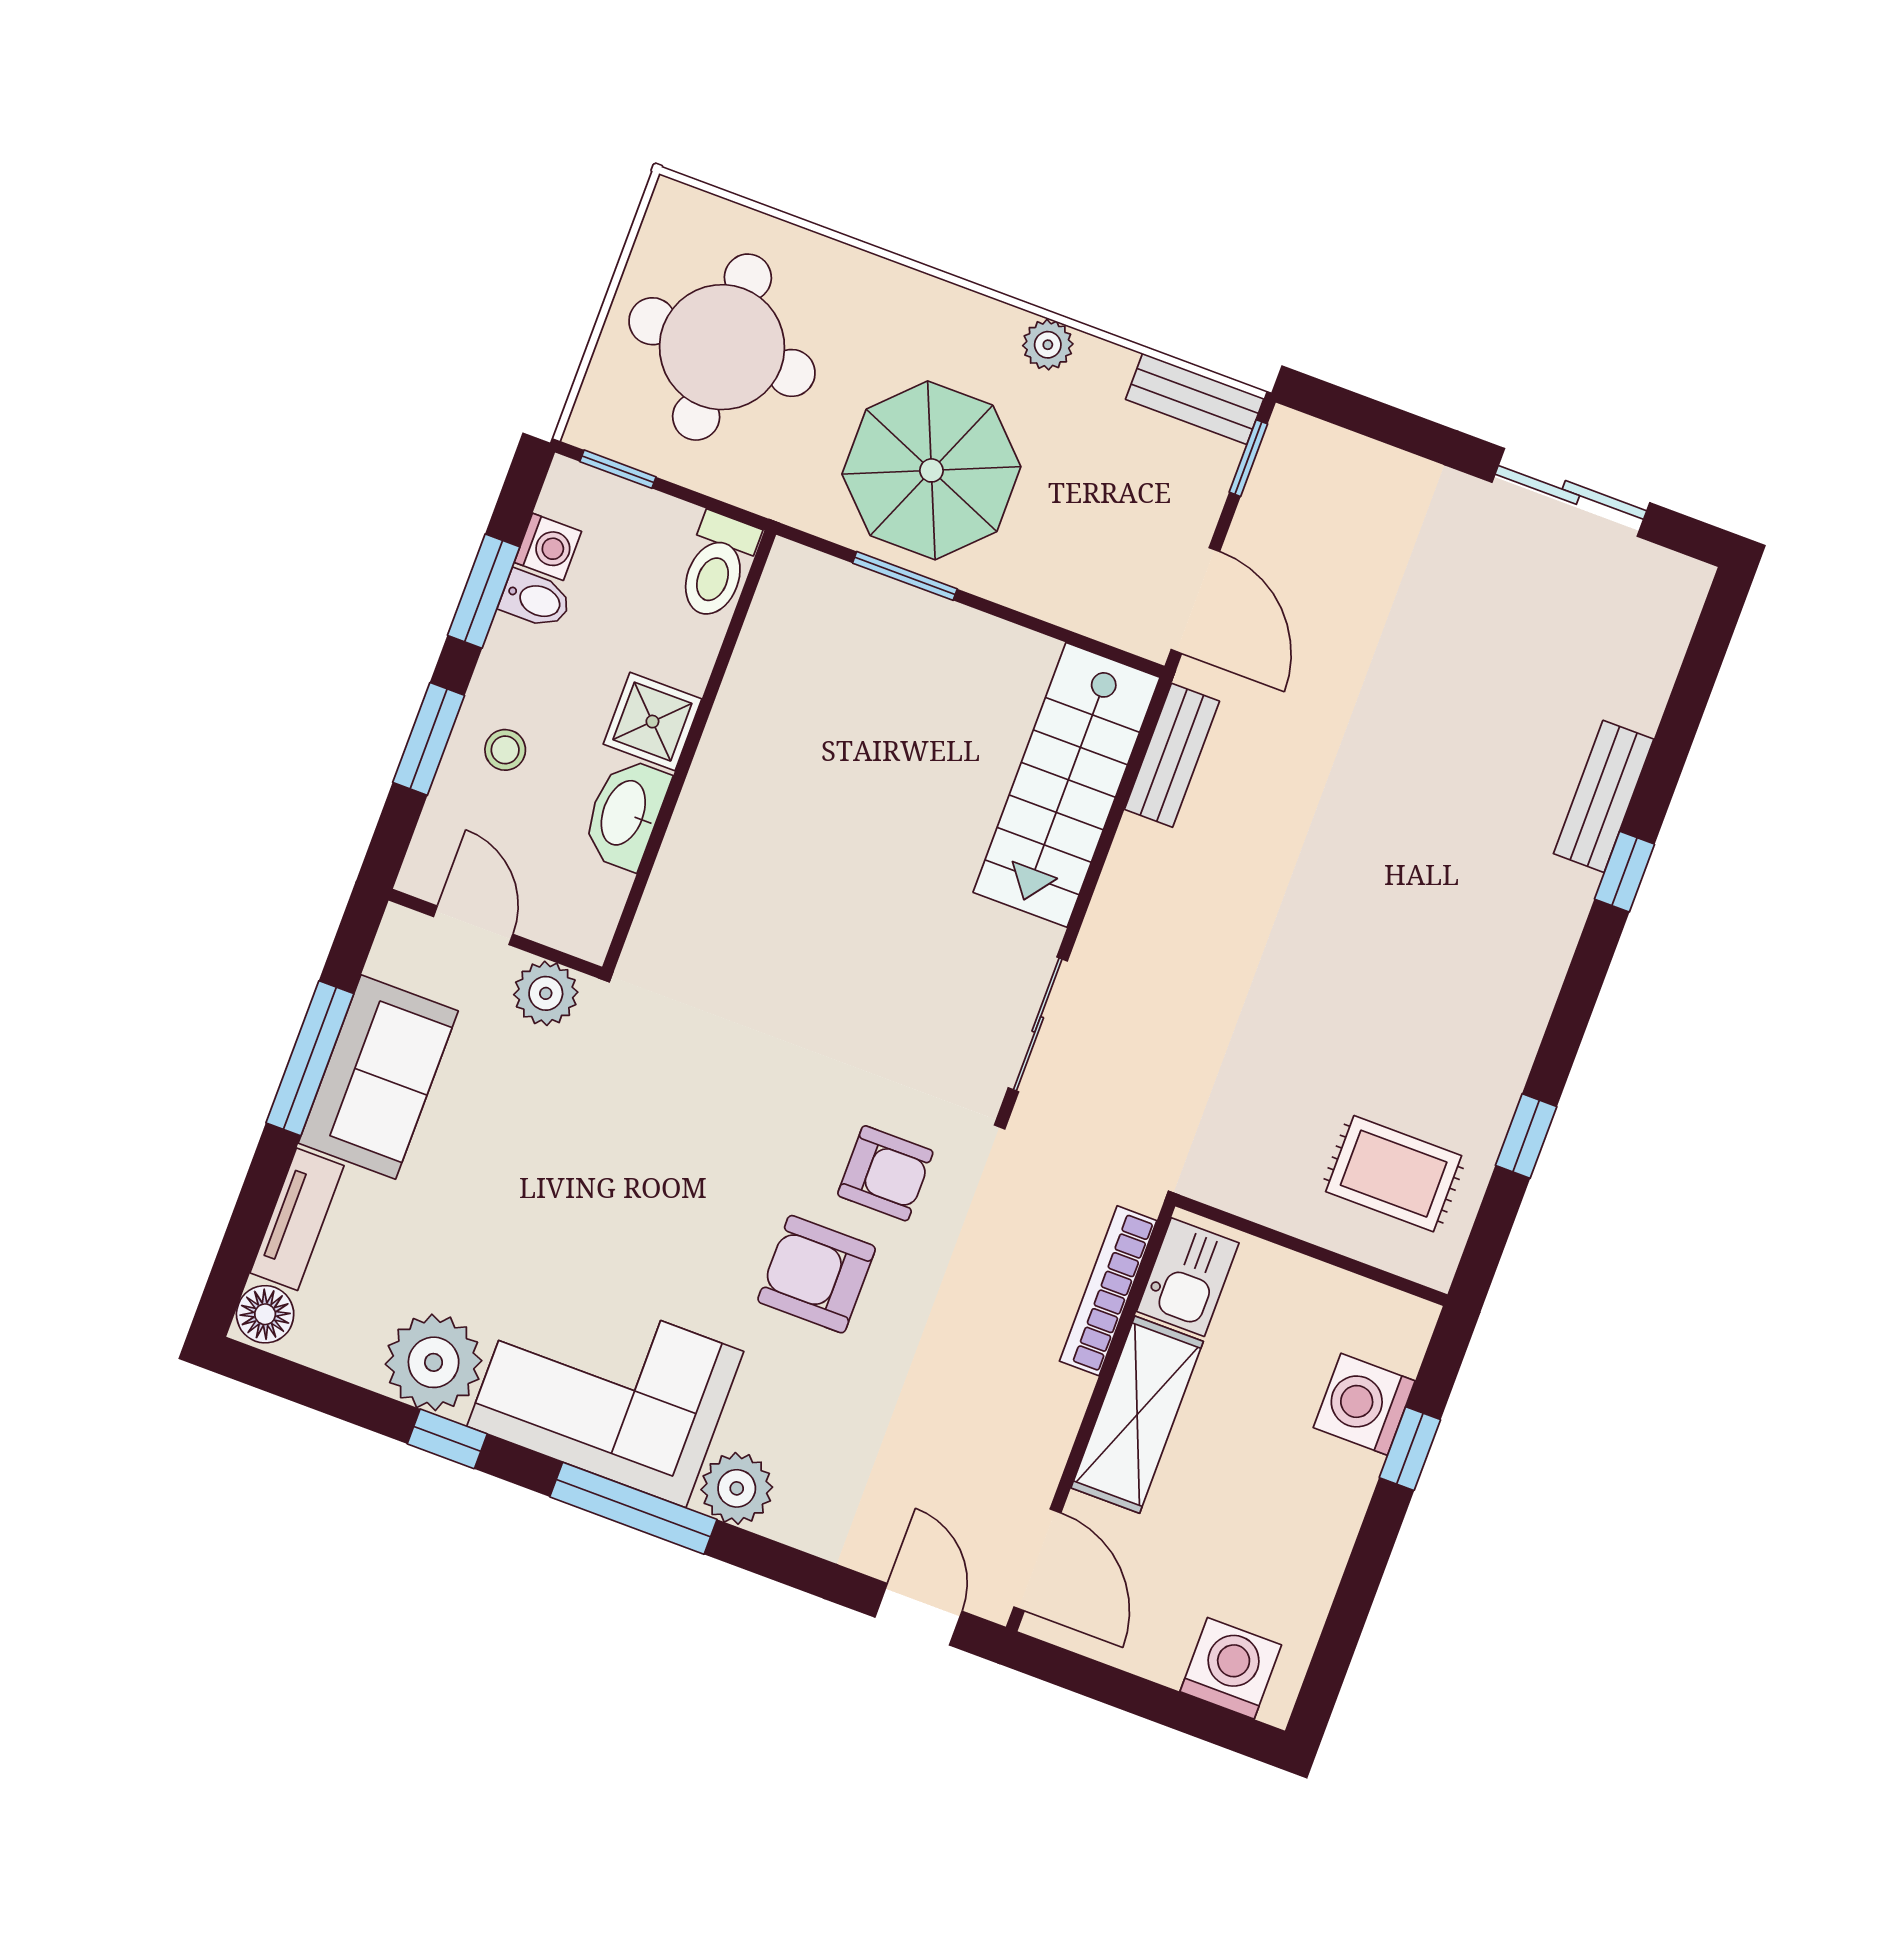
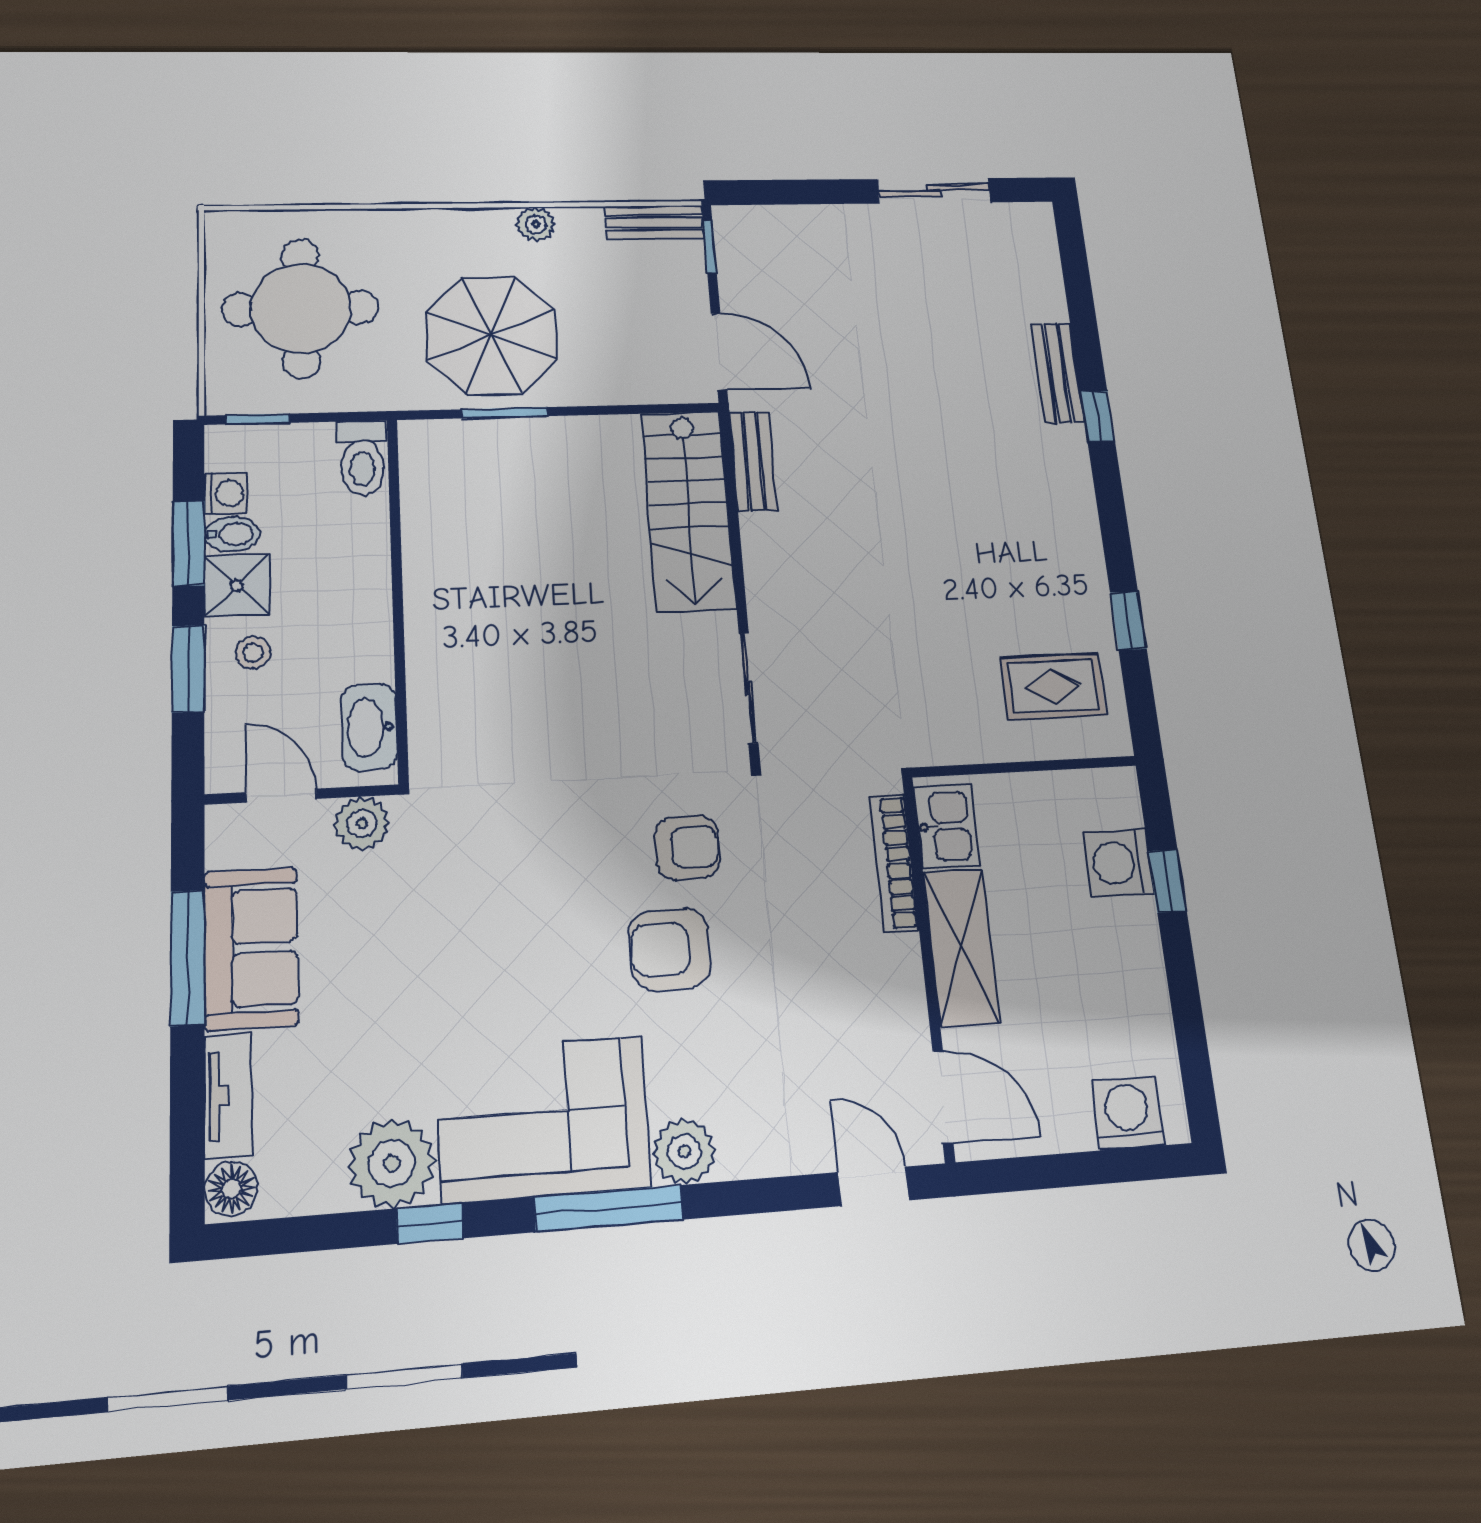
shower: (652, 722) -> (237, 585), moved
washbasin: (625, 813) -> (369, 727), moved

